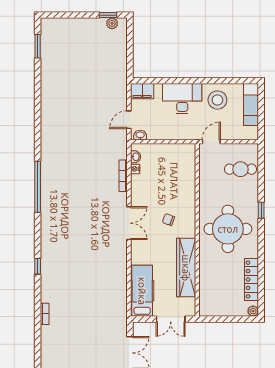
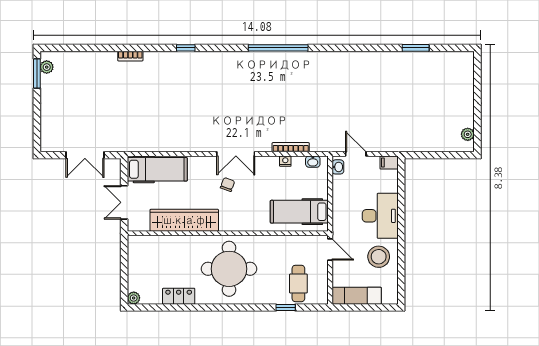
window: (108, 15) -> (477, 130), removed
window: (38, 46) -> (416, 48), moved
filing cabinet: (142, 91) -> (389, 163), width x0.50
exam couch: (251, 104) -> (357, 296), moved
hospital bed: (179, 168) -> (299, 212), added
nightstand: (135, 169) -> (285, 161), moved
window: (261, 210) -> (286, 307), moved
chair: (168, 220) -> (228, 185), moved
locker: (251, 280) -> (179, 296), width x0.66

